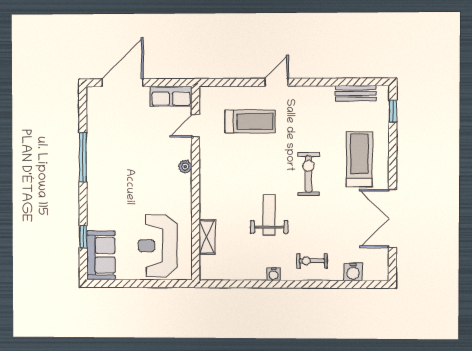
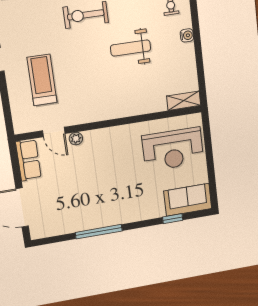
plant: (185, 167) -> (76, 139), moved
shelving: (207, 237) -> (184, 101), moved

